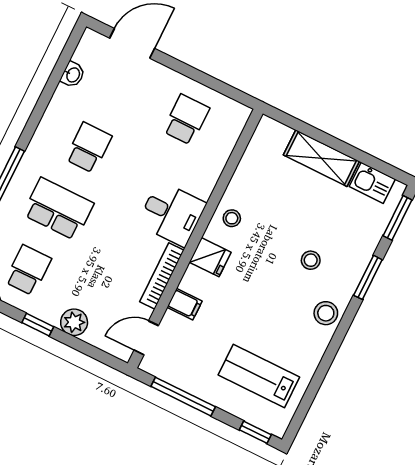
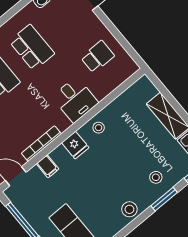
school desk: (89, 148) -> (32, 47), width x1.85
desk: (172, 214) -> (75, 100), moved
stool: (311, 260) -> (156, 177), moved

